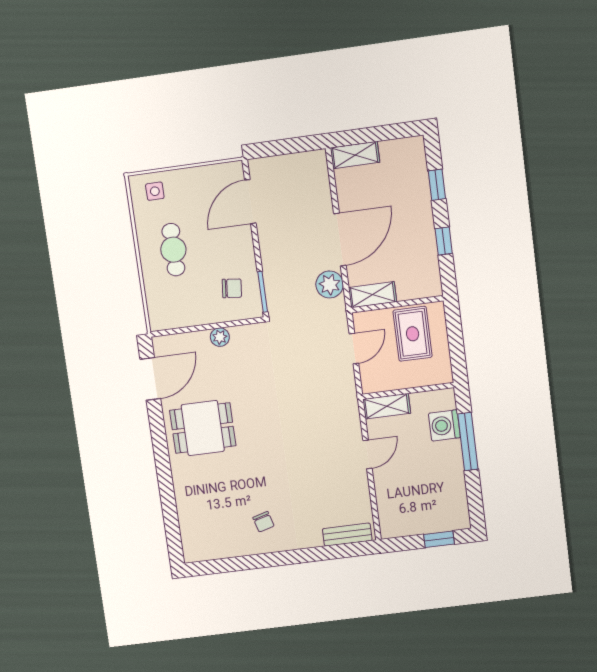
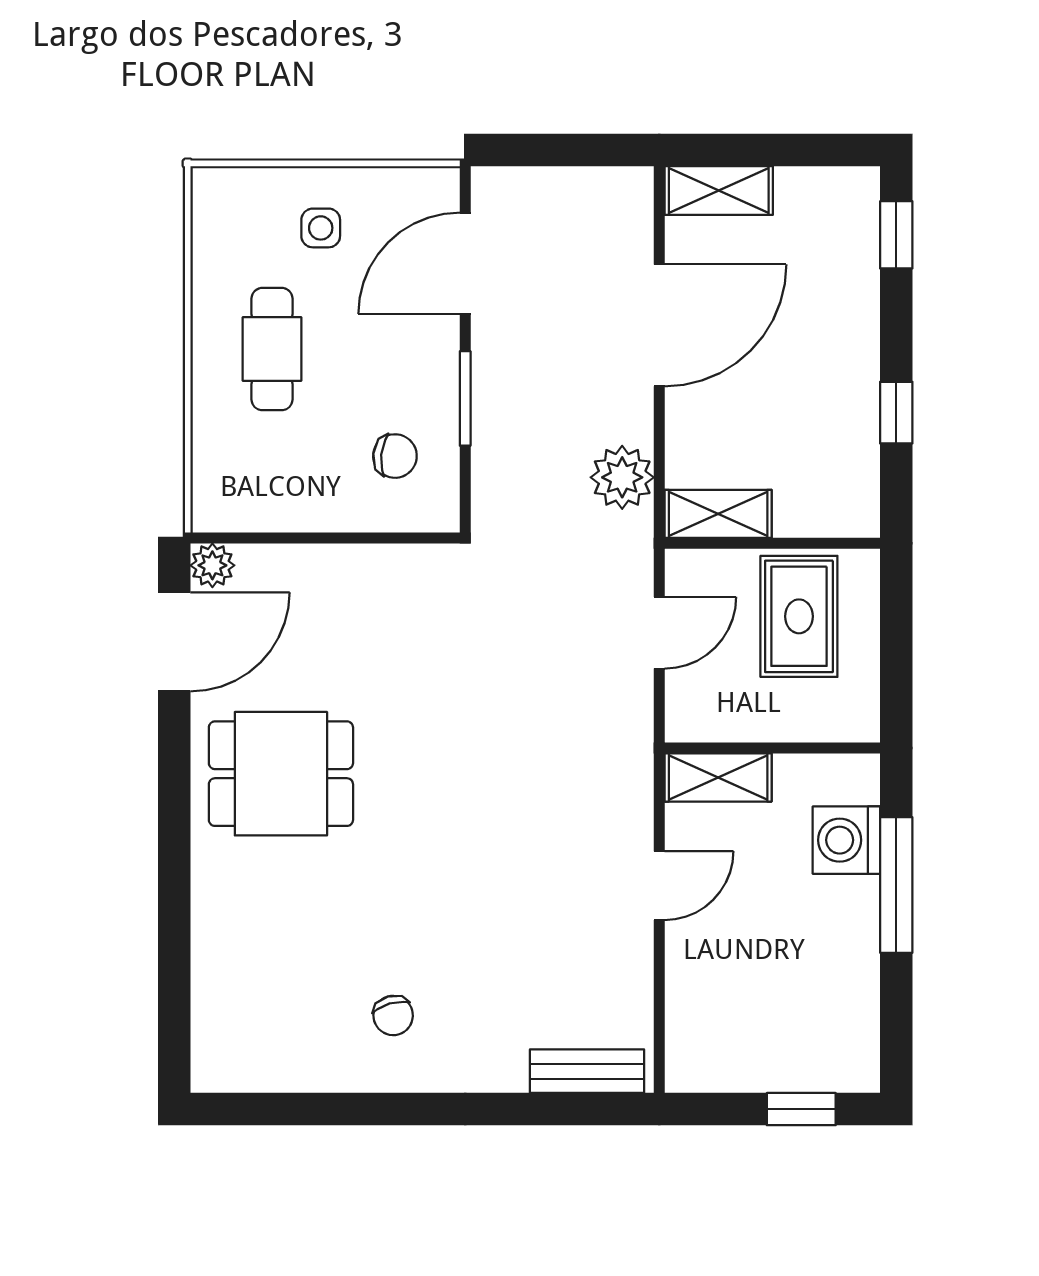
window: (437, 185) -> (896, 235), moved
side table: (155, 191) -> (321, 228), moved
door: (340, 240) -> (659, 325), moved
window: (263, 292) -> (465, 398), moved
plant: (220, 337) -> (212, 565), moved

